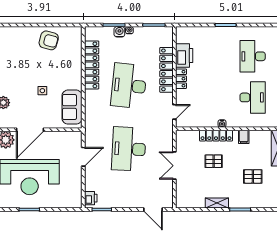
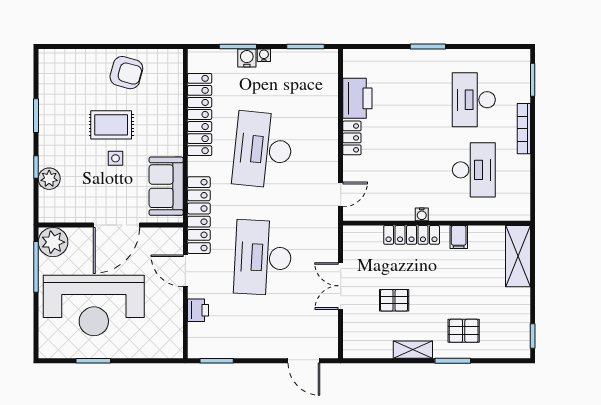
locker: (166, 70) -> (199, 215), moved, turned 180
rug: (40, 71) -> (111, 125), added
door: (30, 130) -> (116, 225), moved
door: (83, 157) -> (185, 271), swing flipped
pallet: (214, 161) -> (394, 300), moved
pallet: (253, 176) -> (464, 331), moved
printer: (91, 198) -> (198, 310), moved

